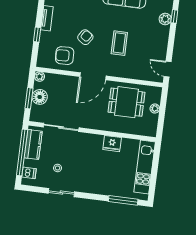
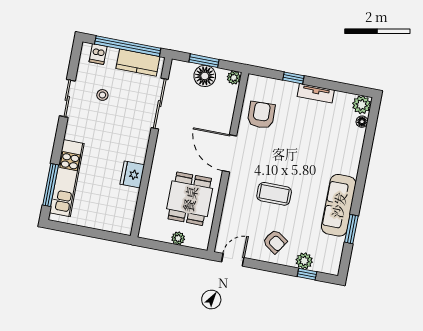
armchair: (85, 37) -> (275, 242), moved
kitchen unit: (145, 167) -> (67, 178), moved, turned 90

